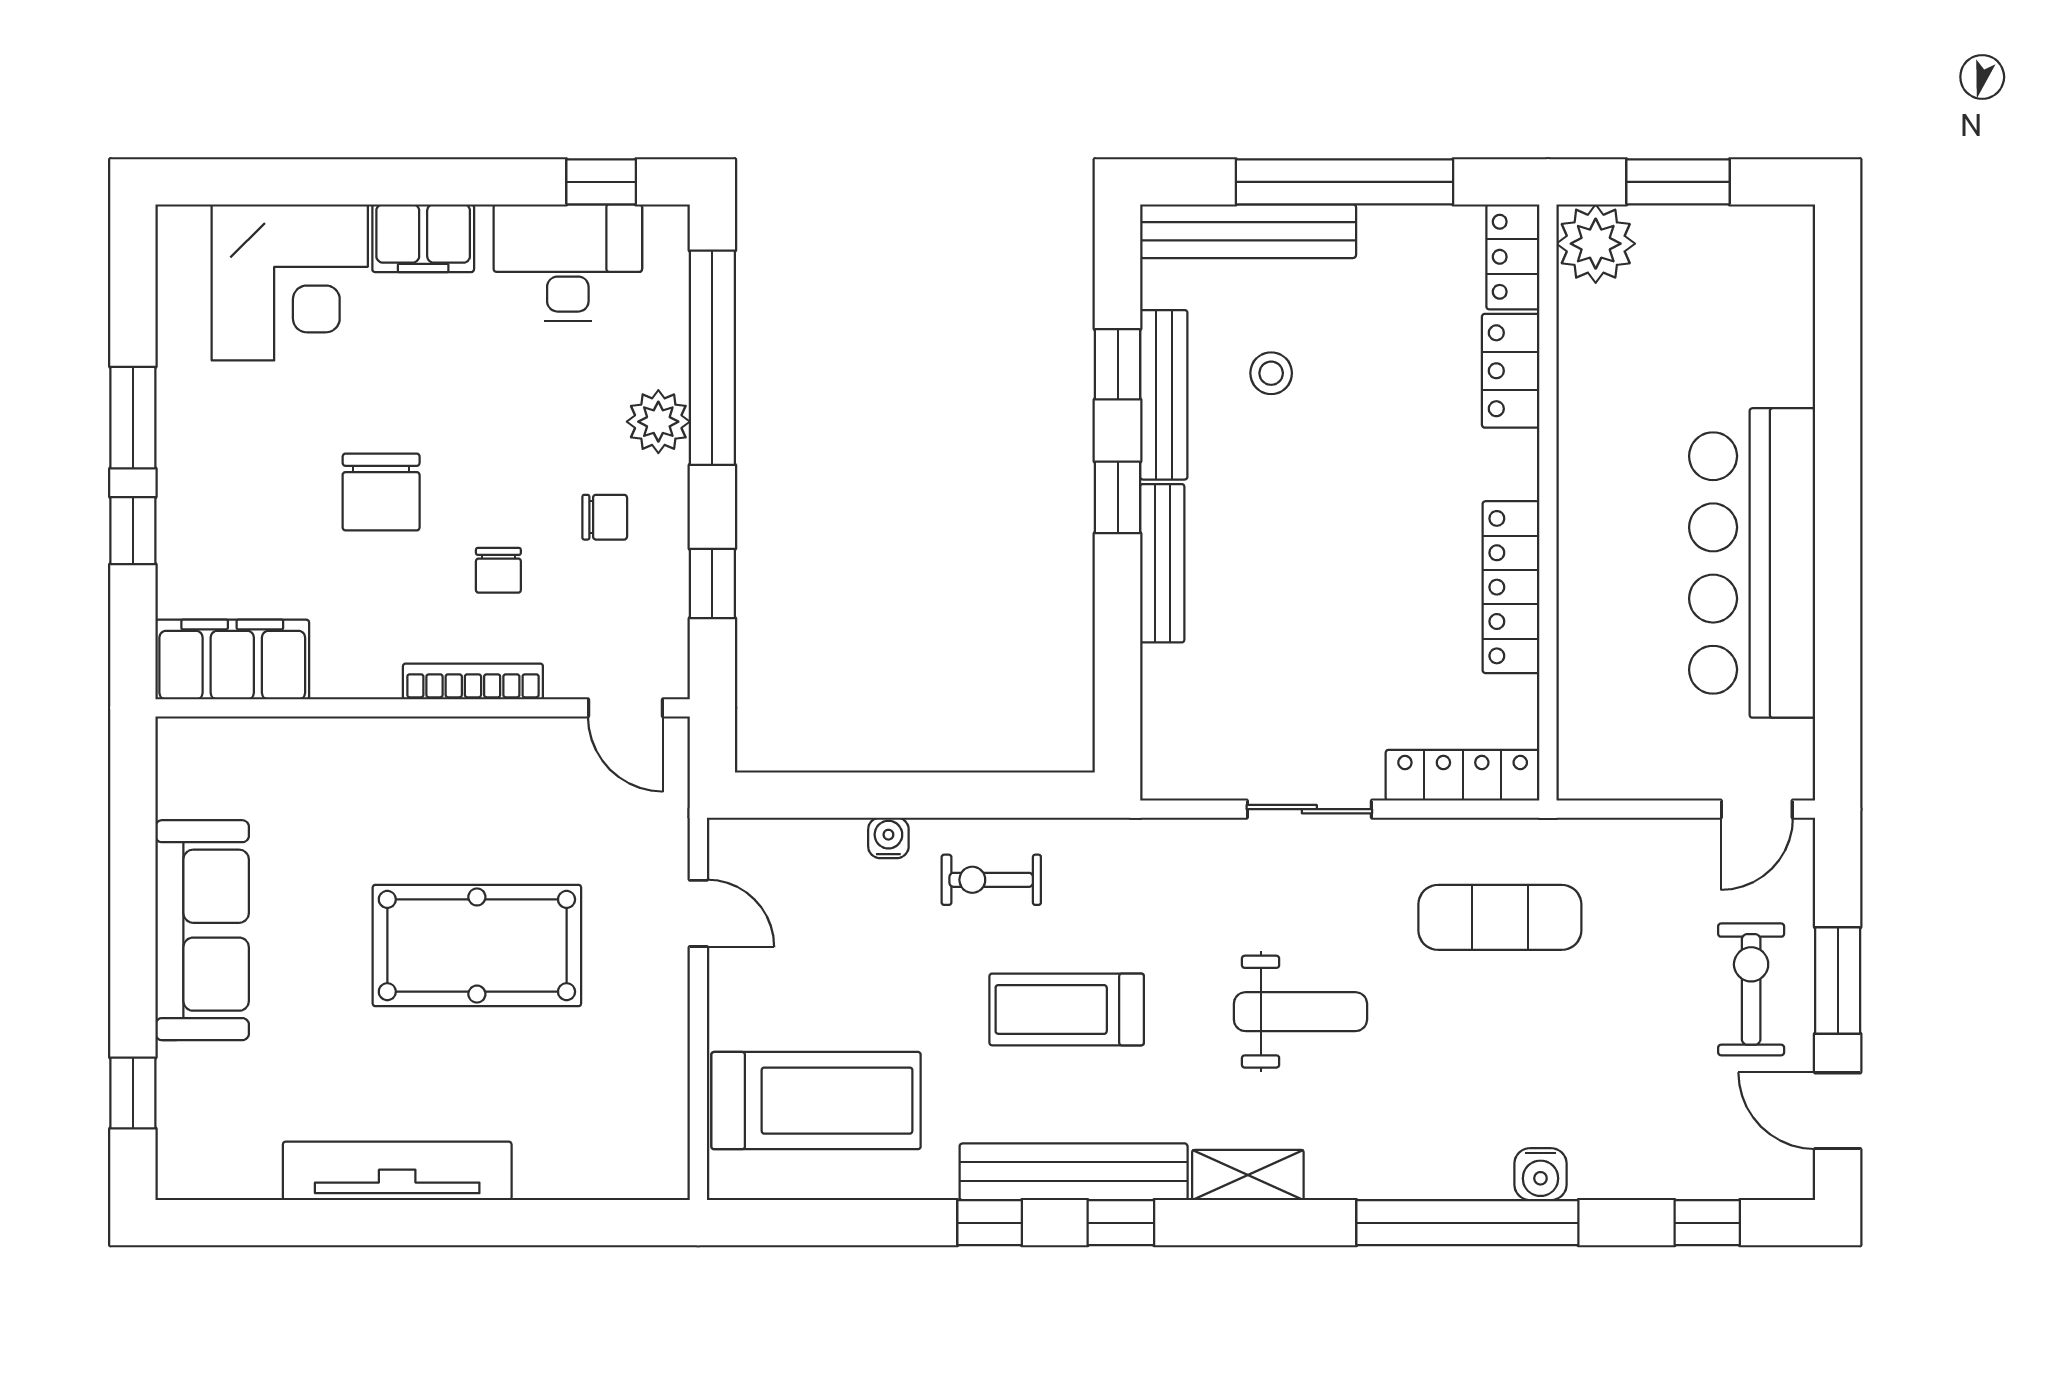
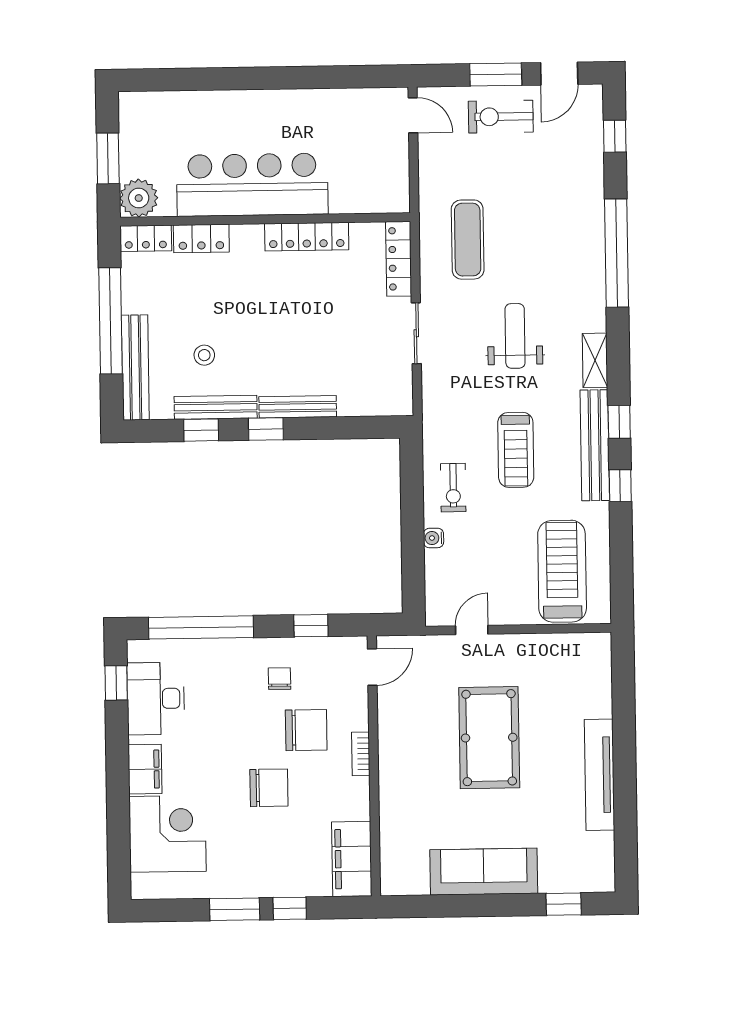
plant: (658, 422) -> (233, 653), removed
bar counter: (1752, 563) -> (252, 185), moved, turned 180
chair: (498, 570) -> (306, 730), width x1.87, depth x1.87
bookcase: (473, 681) -> (361, 754), width x0.64
water cooler: (1540, 1174) -> (592, 218), removed

